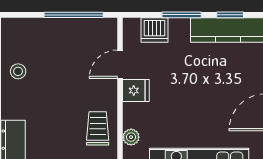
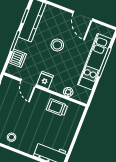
stool: (203, 88) -> (57, 45), added

